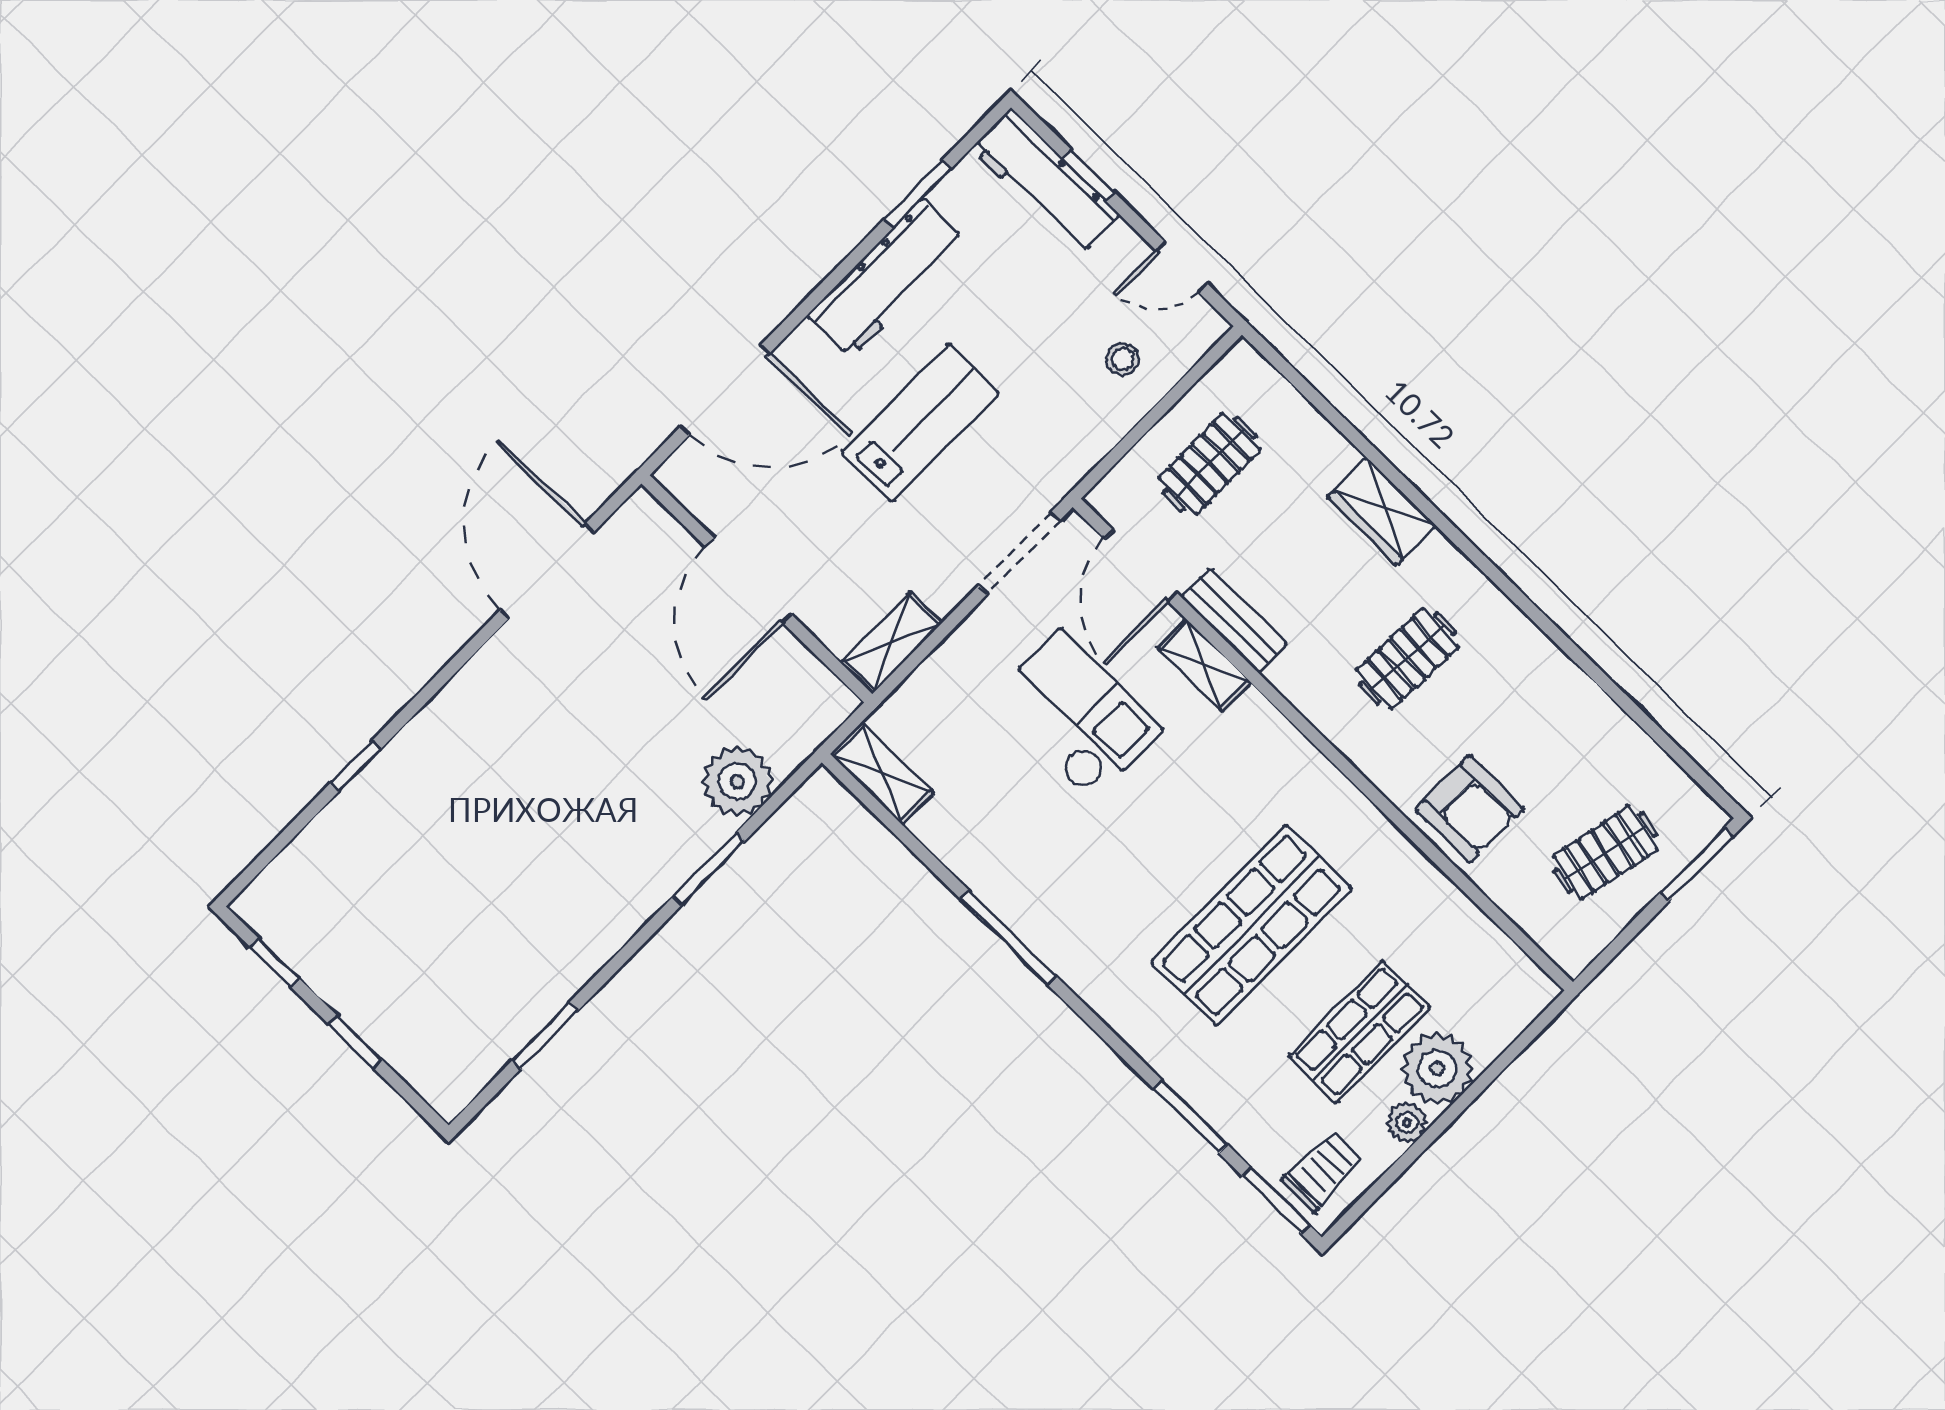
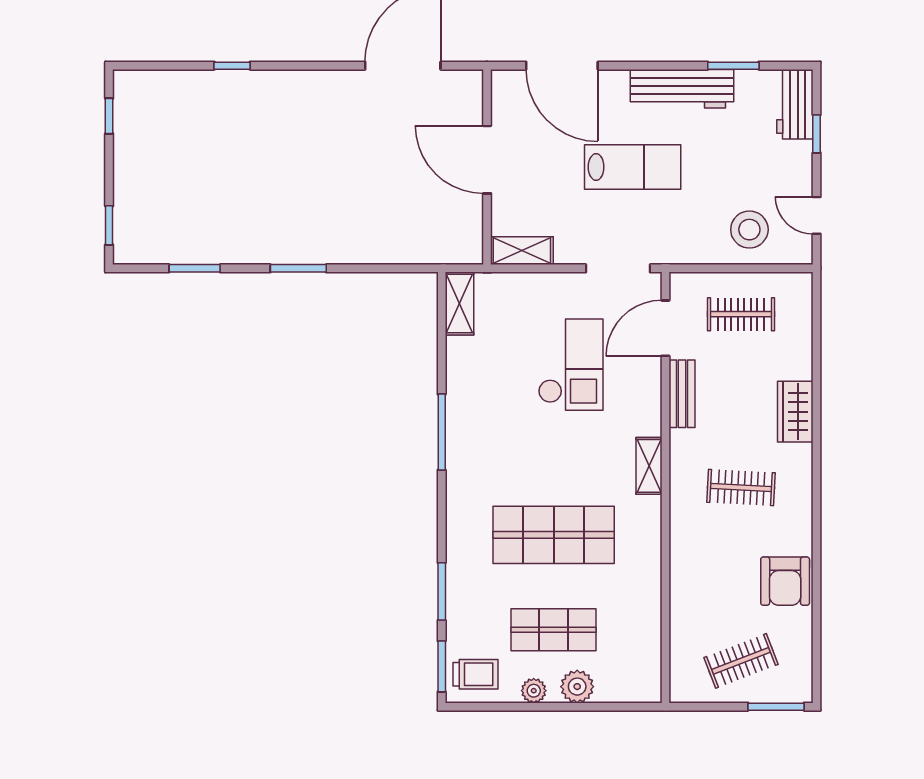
workbench: (1045, 181) -> (795, 104), width x0.73
stool: (1123, 359) -> (749, 230), width x1.89, depth x1.89
door: (748, 580) -> (487, 160), hinge flipped
shelving: (1204, 665) -> (649, 466), moved
plant: (737, 781) -> (393, 243), removed
armchair: (1470, 809) -> (785, 581), moved
clothes rail: (1605, 853) -> (741, 661), turned -33
window: (709, 869) -> (298, 268), moved
window: (355, 1042) -> (109, 225), moved
plant: (1437, 1069) -> (577, 687), width x0.73, depth x0.73

